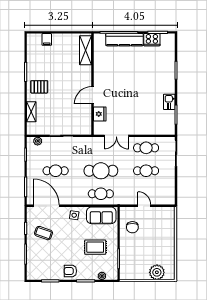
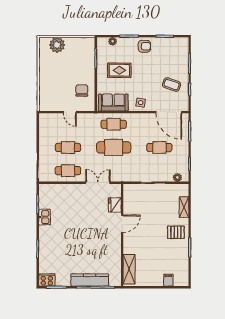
cooker: (152, 40) -> (47, 280), moved

